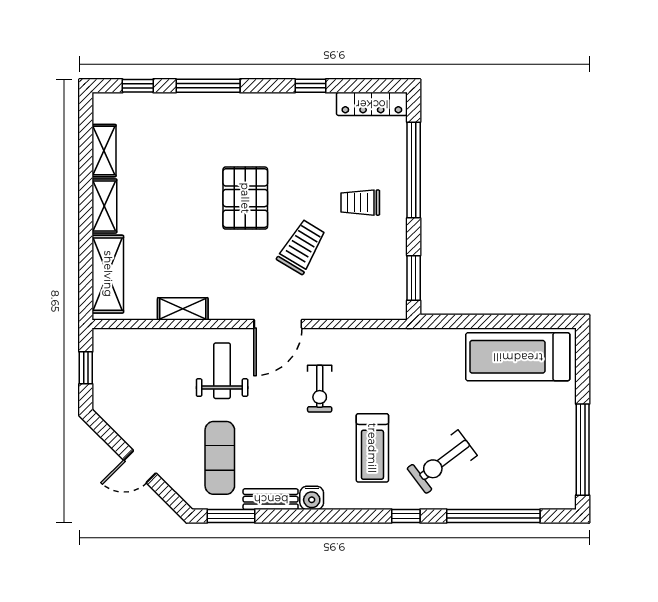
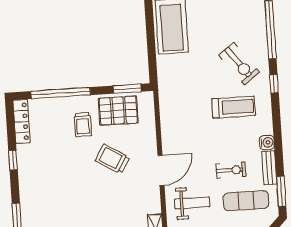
pallet: (245, 198) -> (118, 111), moved
door: (278, 324) -> (161, 170), hinge flipped
weight bench: (222, 371) -> (192, 203), turned 180
exercise bike: (320, 389) -> (231, 170), moved

